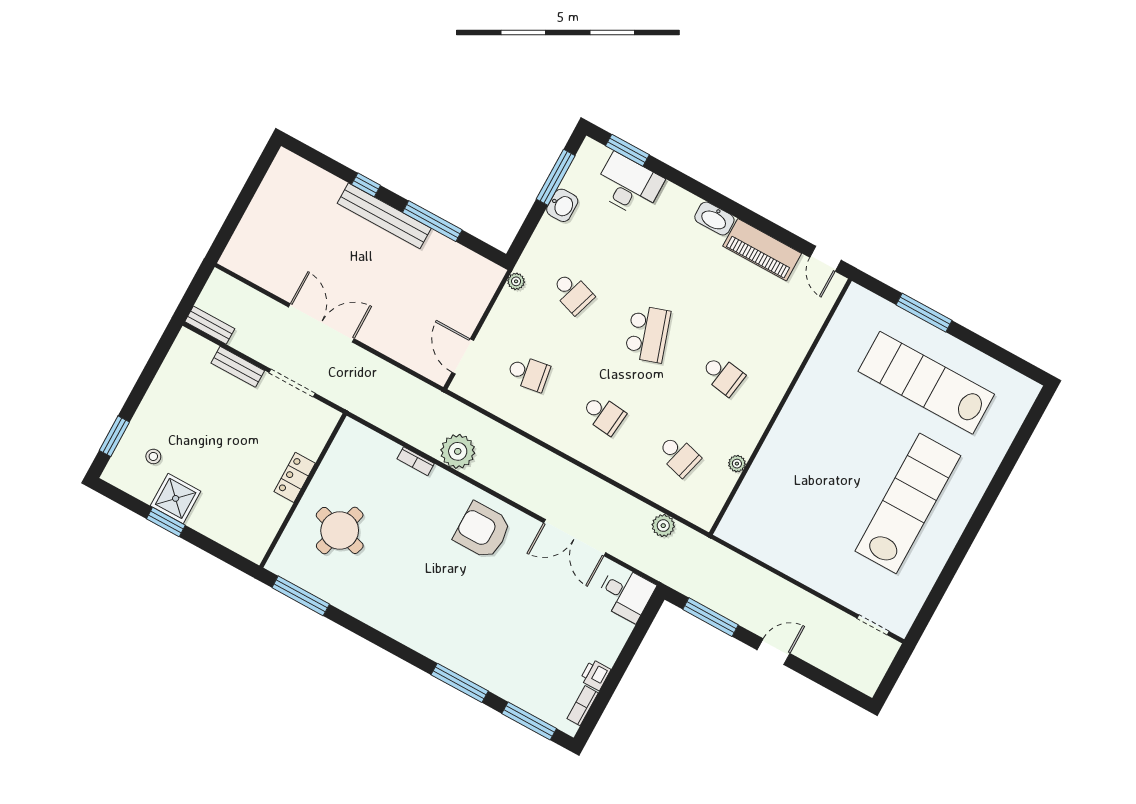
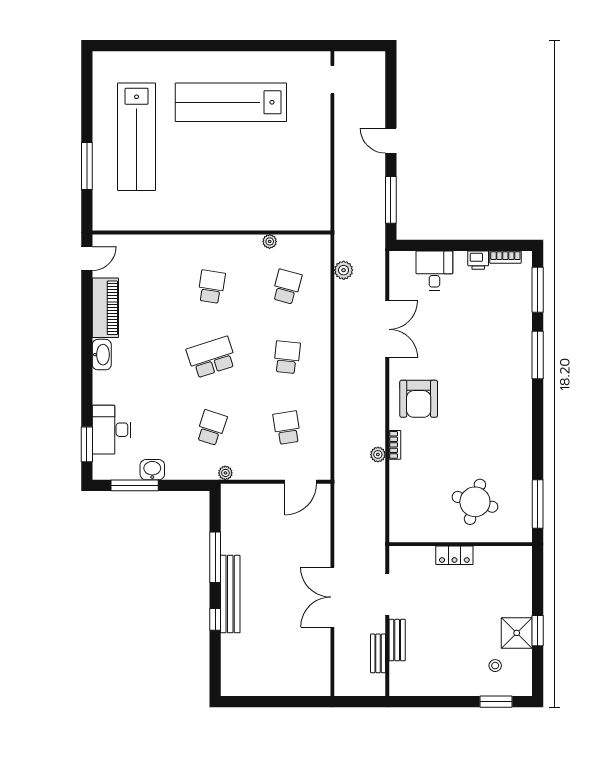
bench: (210, 325) -> (378, 653), moved
plant: (458, 451) -> (378, 455), width x0.53, depth x0.53
bookcase: (416, 461) -> (395, 445), moved
desk: (625, 593) -> (434, 271), moved

